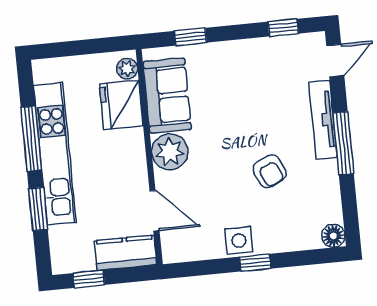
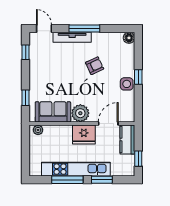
fridge: (121, 105) -> (84, 134), moved

